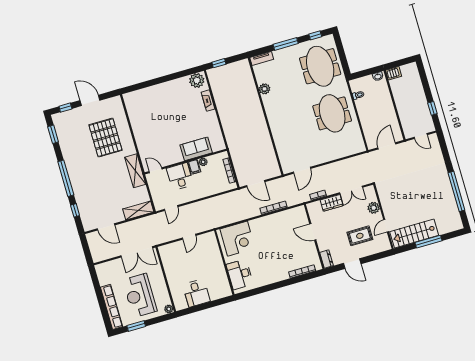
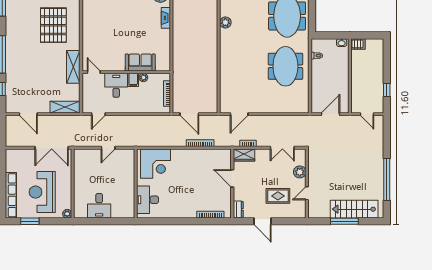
wardrobe: (332, 203) -> (244, 155), moved
stairs: (414, 234) -> (354, 209), moved

